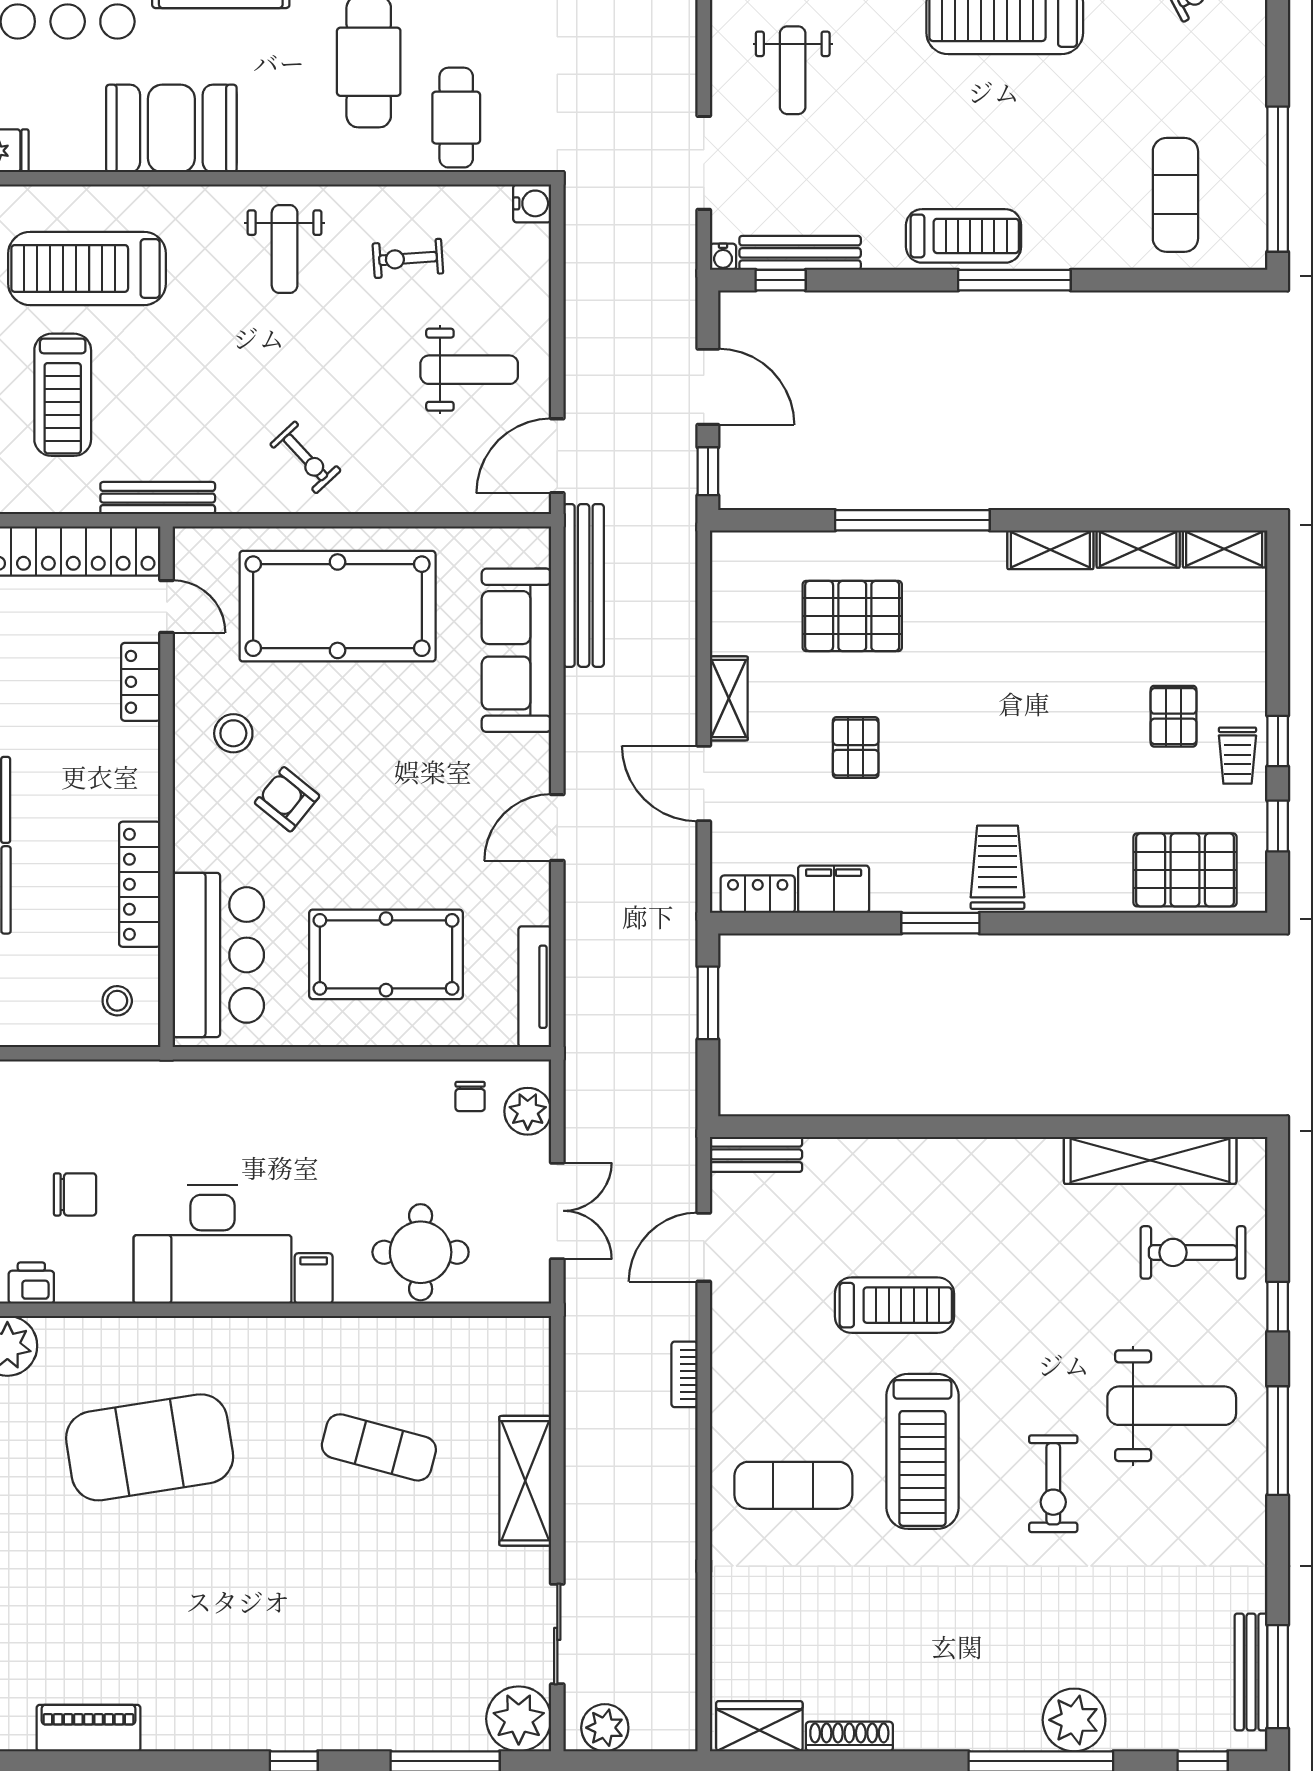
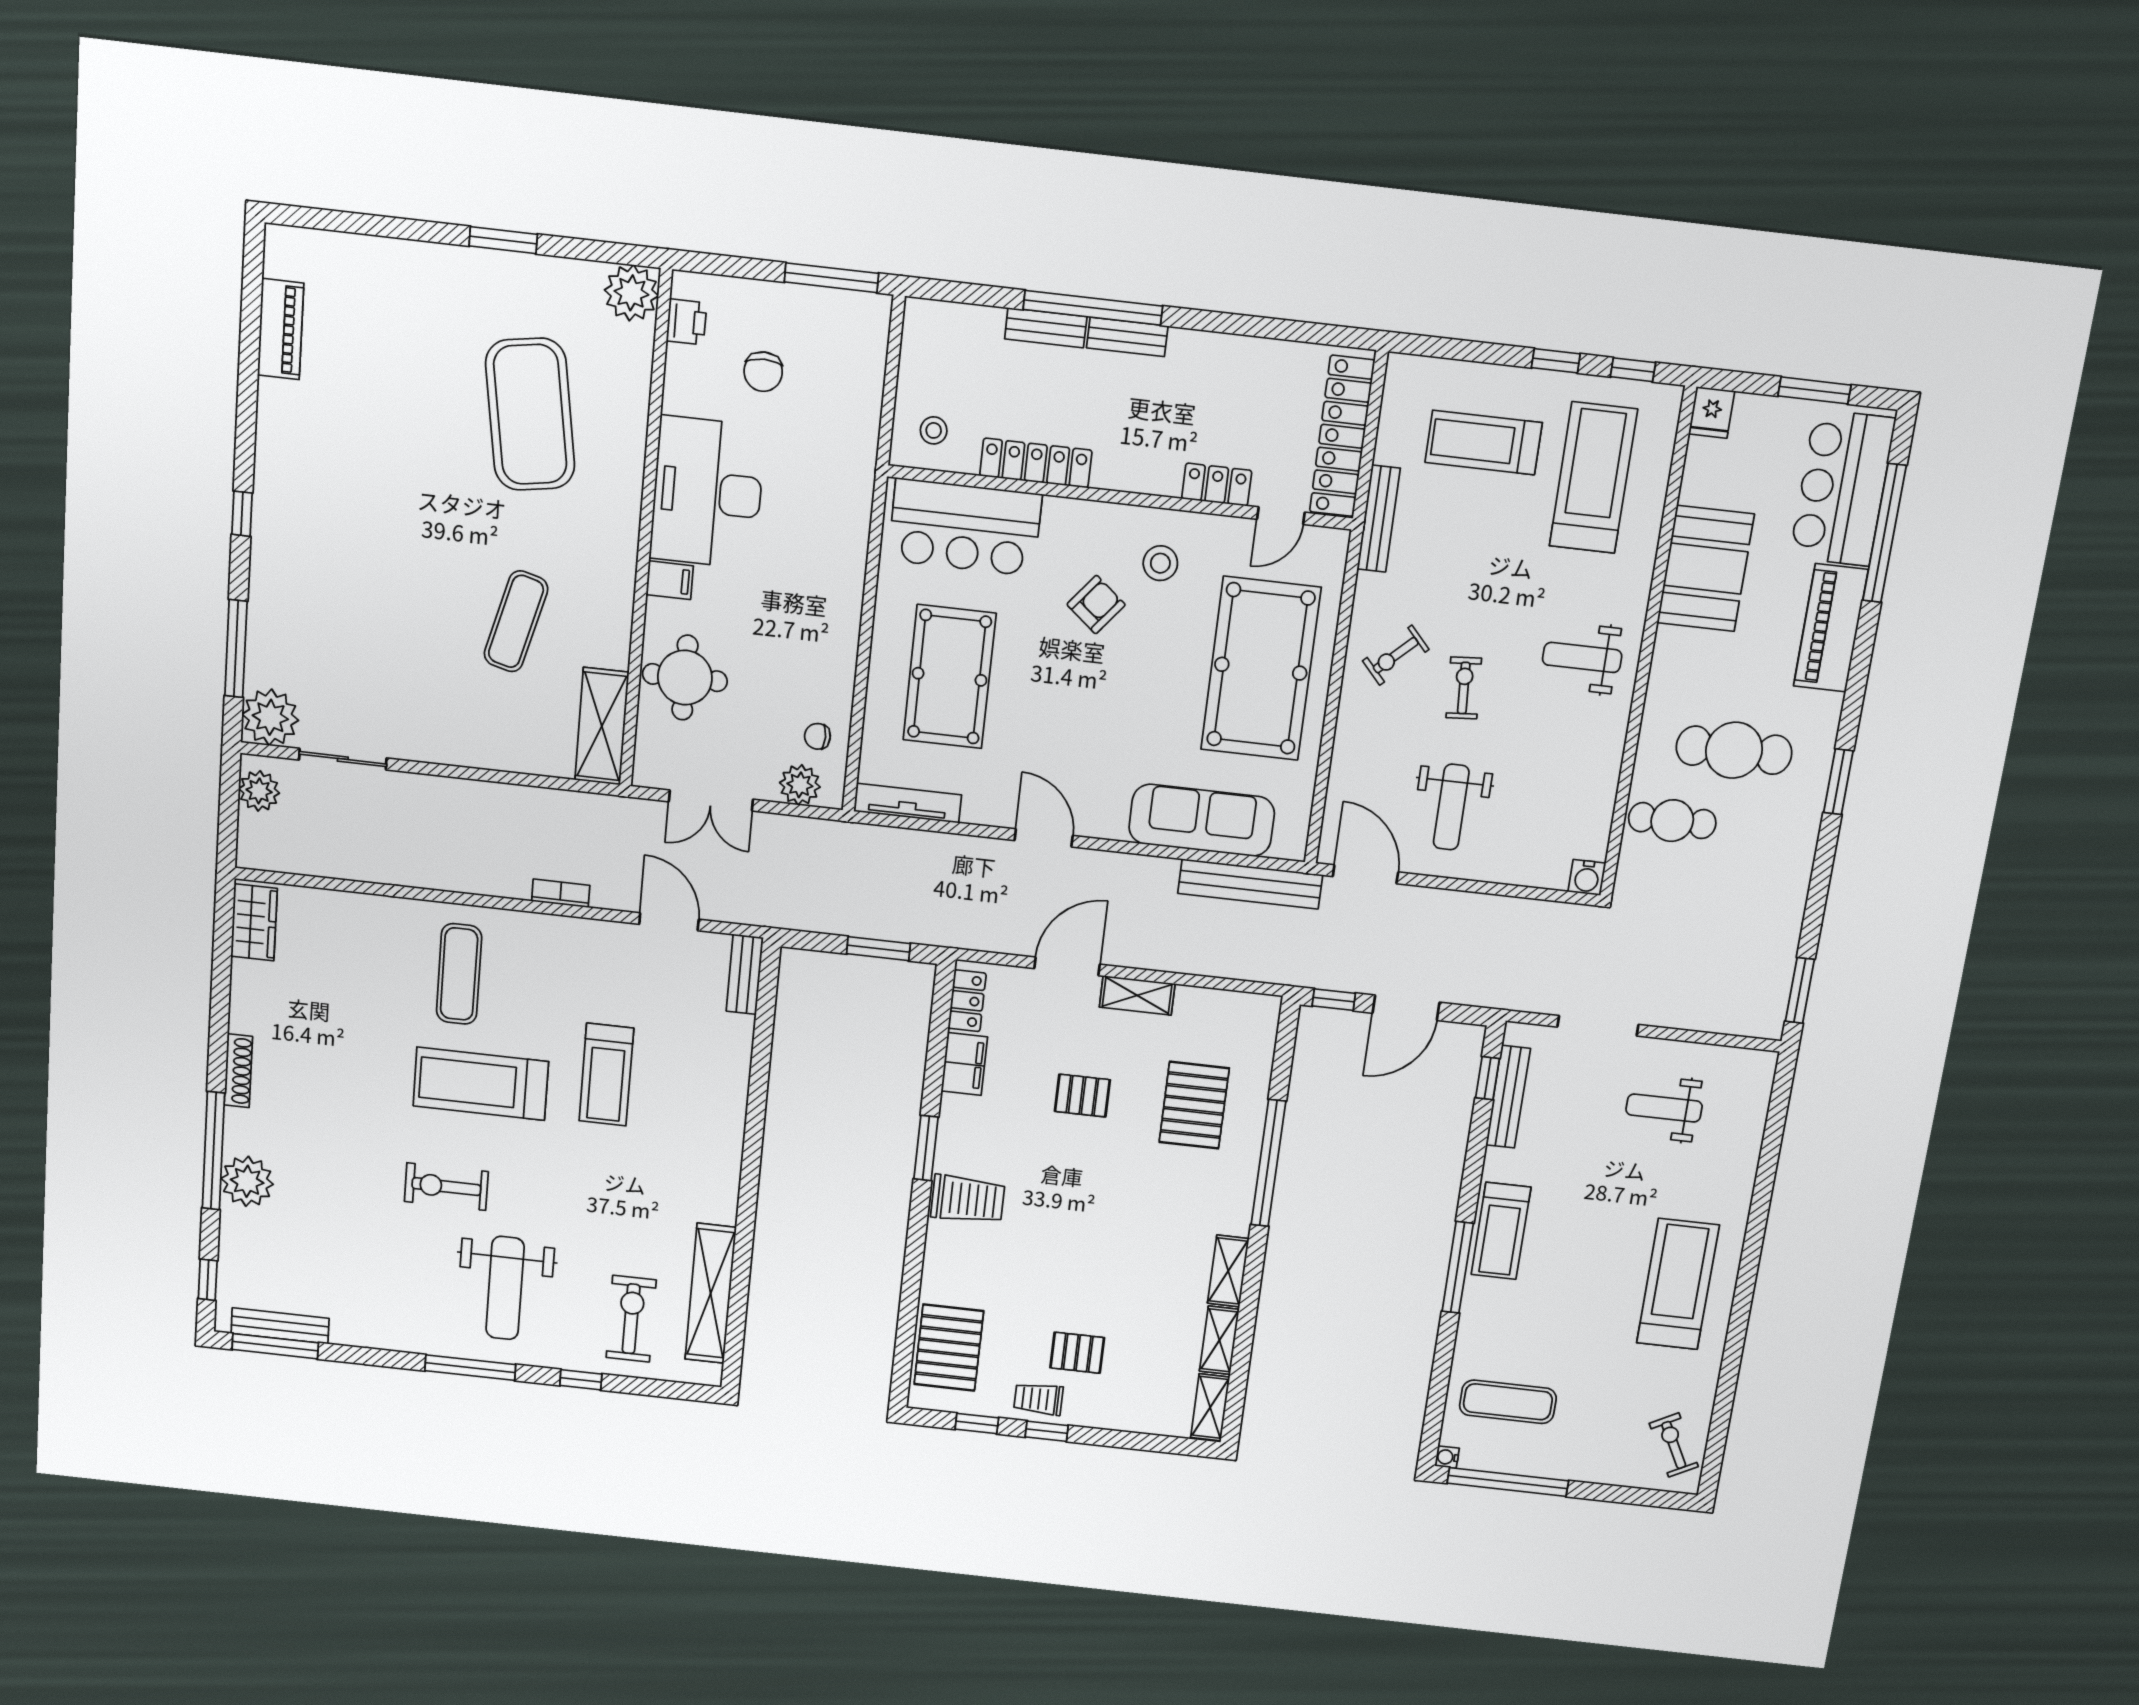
water cooler: (723, 257) -> (1447, 1457), moved
exercise bike: (408, 258) -> (1464, 688), moved
shelving: (525, 1481) -> (602, 726), moved, turned 90
shoe rack: (849, 1737) -> (238, 1071), moved

